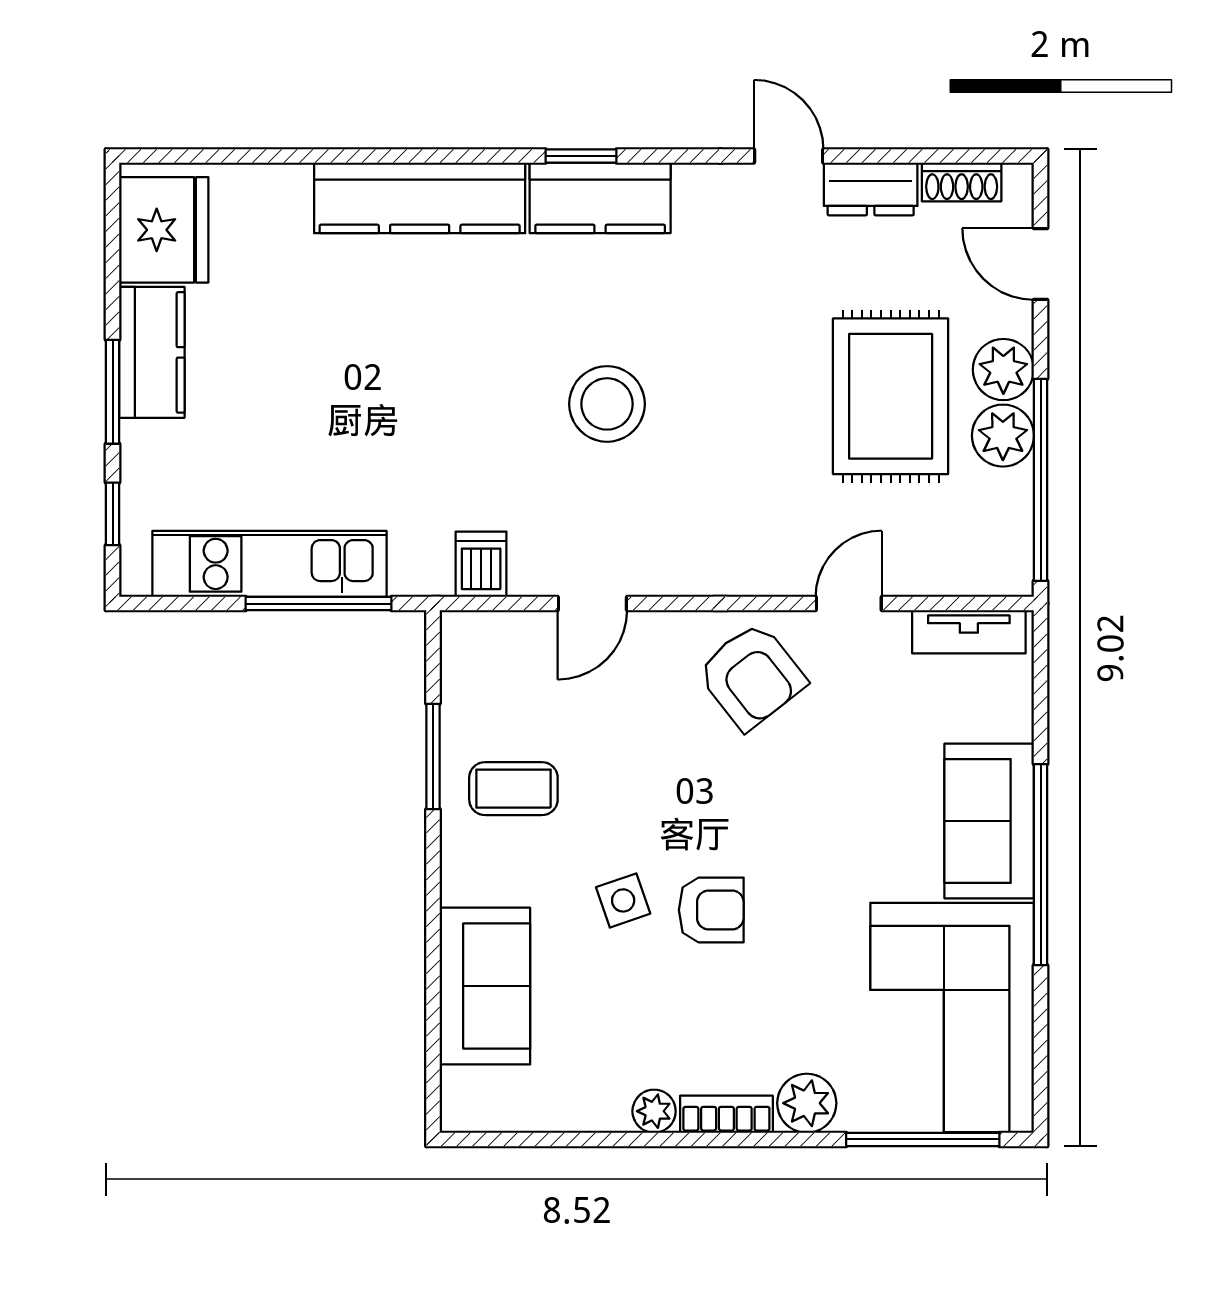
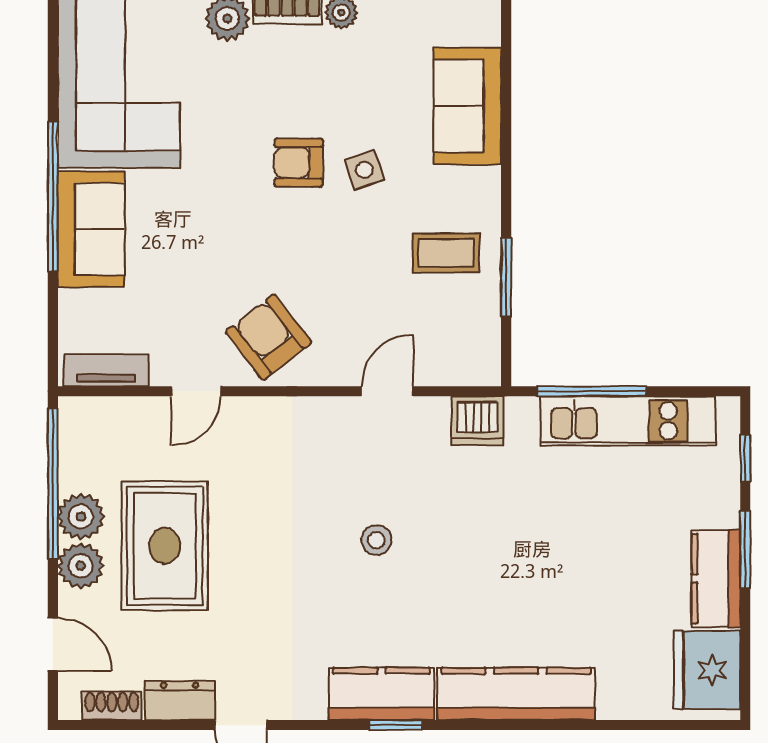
stool: (607, 404) -> (376, 540), width x0.53, depth x0.53
dishwasher: (481, 564) -> (477, 421), width x1.38

